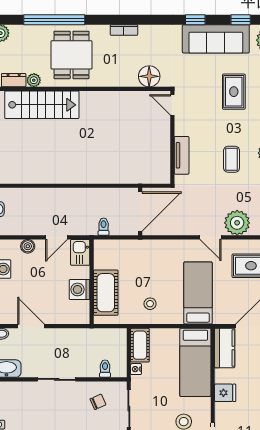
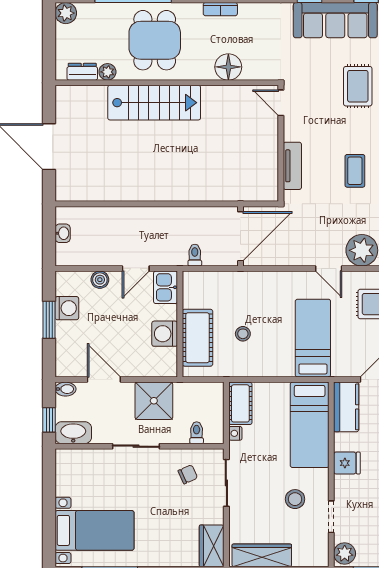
floor lamp: (149, 76) -> (228, 67), moved
stairs: (42, 105) -> (154, 103), moved
stool: (150, 304) -> (243, 334), moved
shower: (71, 343) -> (154, 401), added

